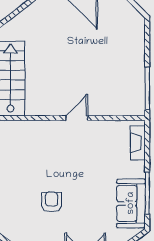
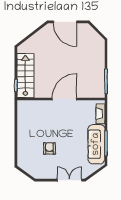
door: (77, 118) -> (64, 99), width x1.87
sofa: (131, 203) -> (96, 144), width x1.36

